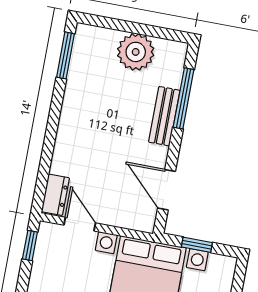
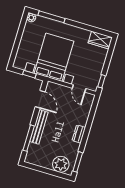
plant: (136, 52) -> (61, 164), moved
bench: (164, 116) -> (39, 127), width x1.36
dresser: (55, 195) -> (79, 134), moved

